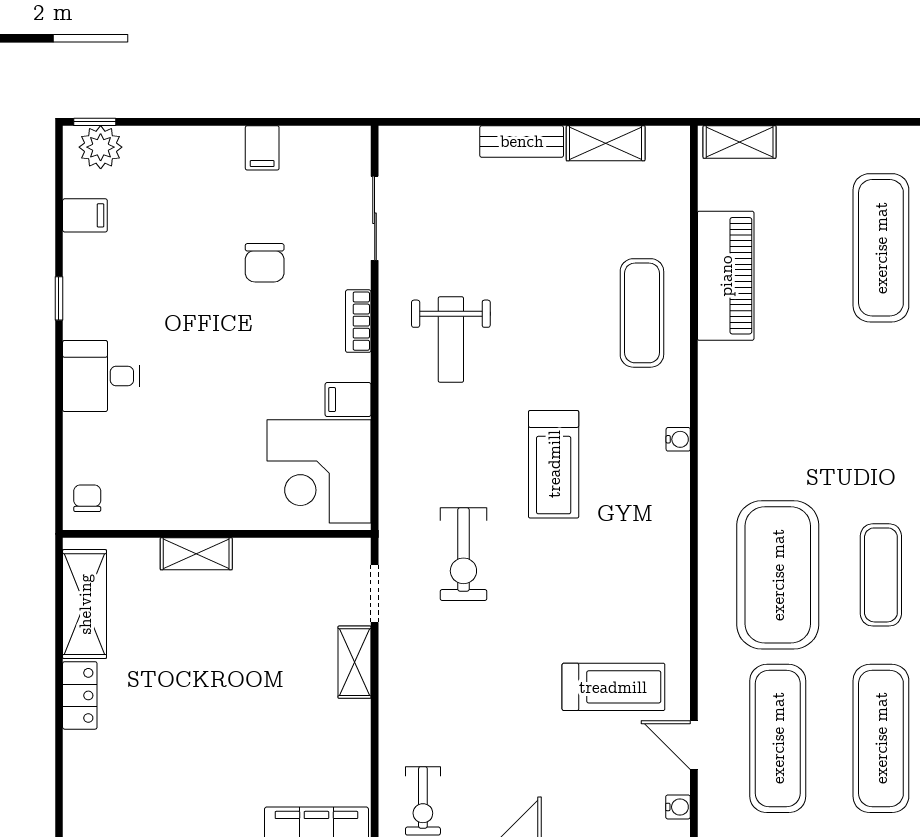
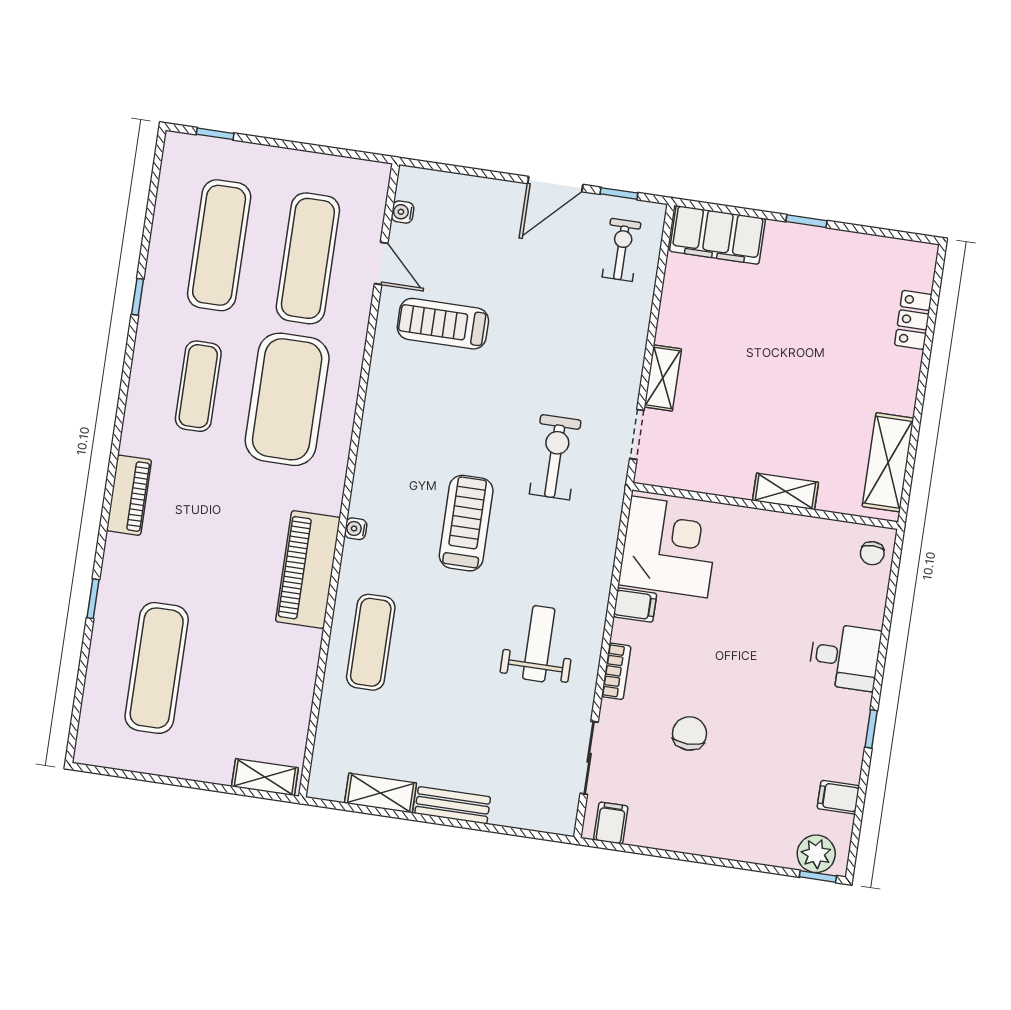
filing cabinet: (262, 148) -> (611, 823), moved
piano: (726, 276) -> (308, 570), moved
locker: (80, 695) -> (913, 320), moved

